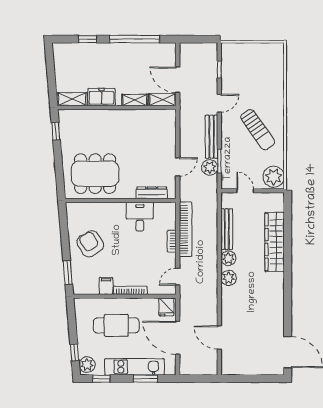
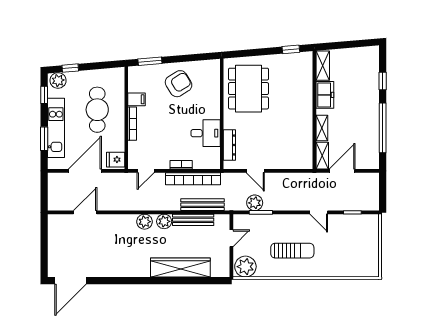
sun lounger: (258, 130) -> (292, 251), turned -145
bench: (212, 137) -> (203, 205), moved
door: (178, 277) -> (146, 171), swing flipped

